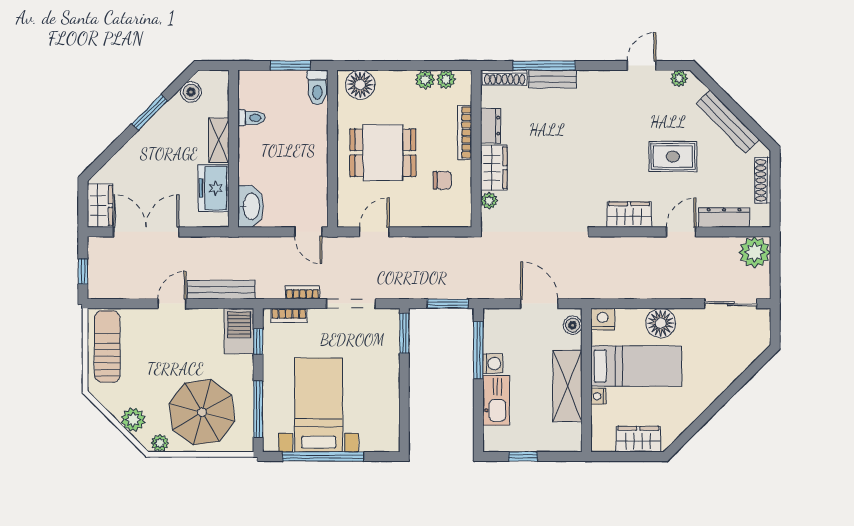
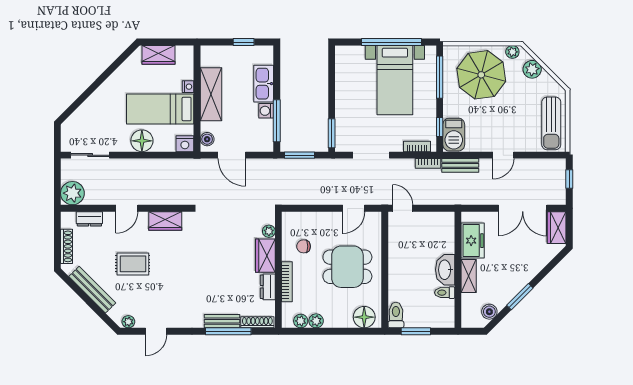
washbasin: (251, 206) -> (445, 270), moved
dresser: (724, 217) -> (89, 219), width x0.70
bench: (221, 290) -> (460, 165), width x0.73
bookcase: (303, 292) -> (428, 163), moved

